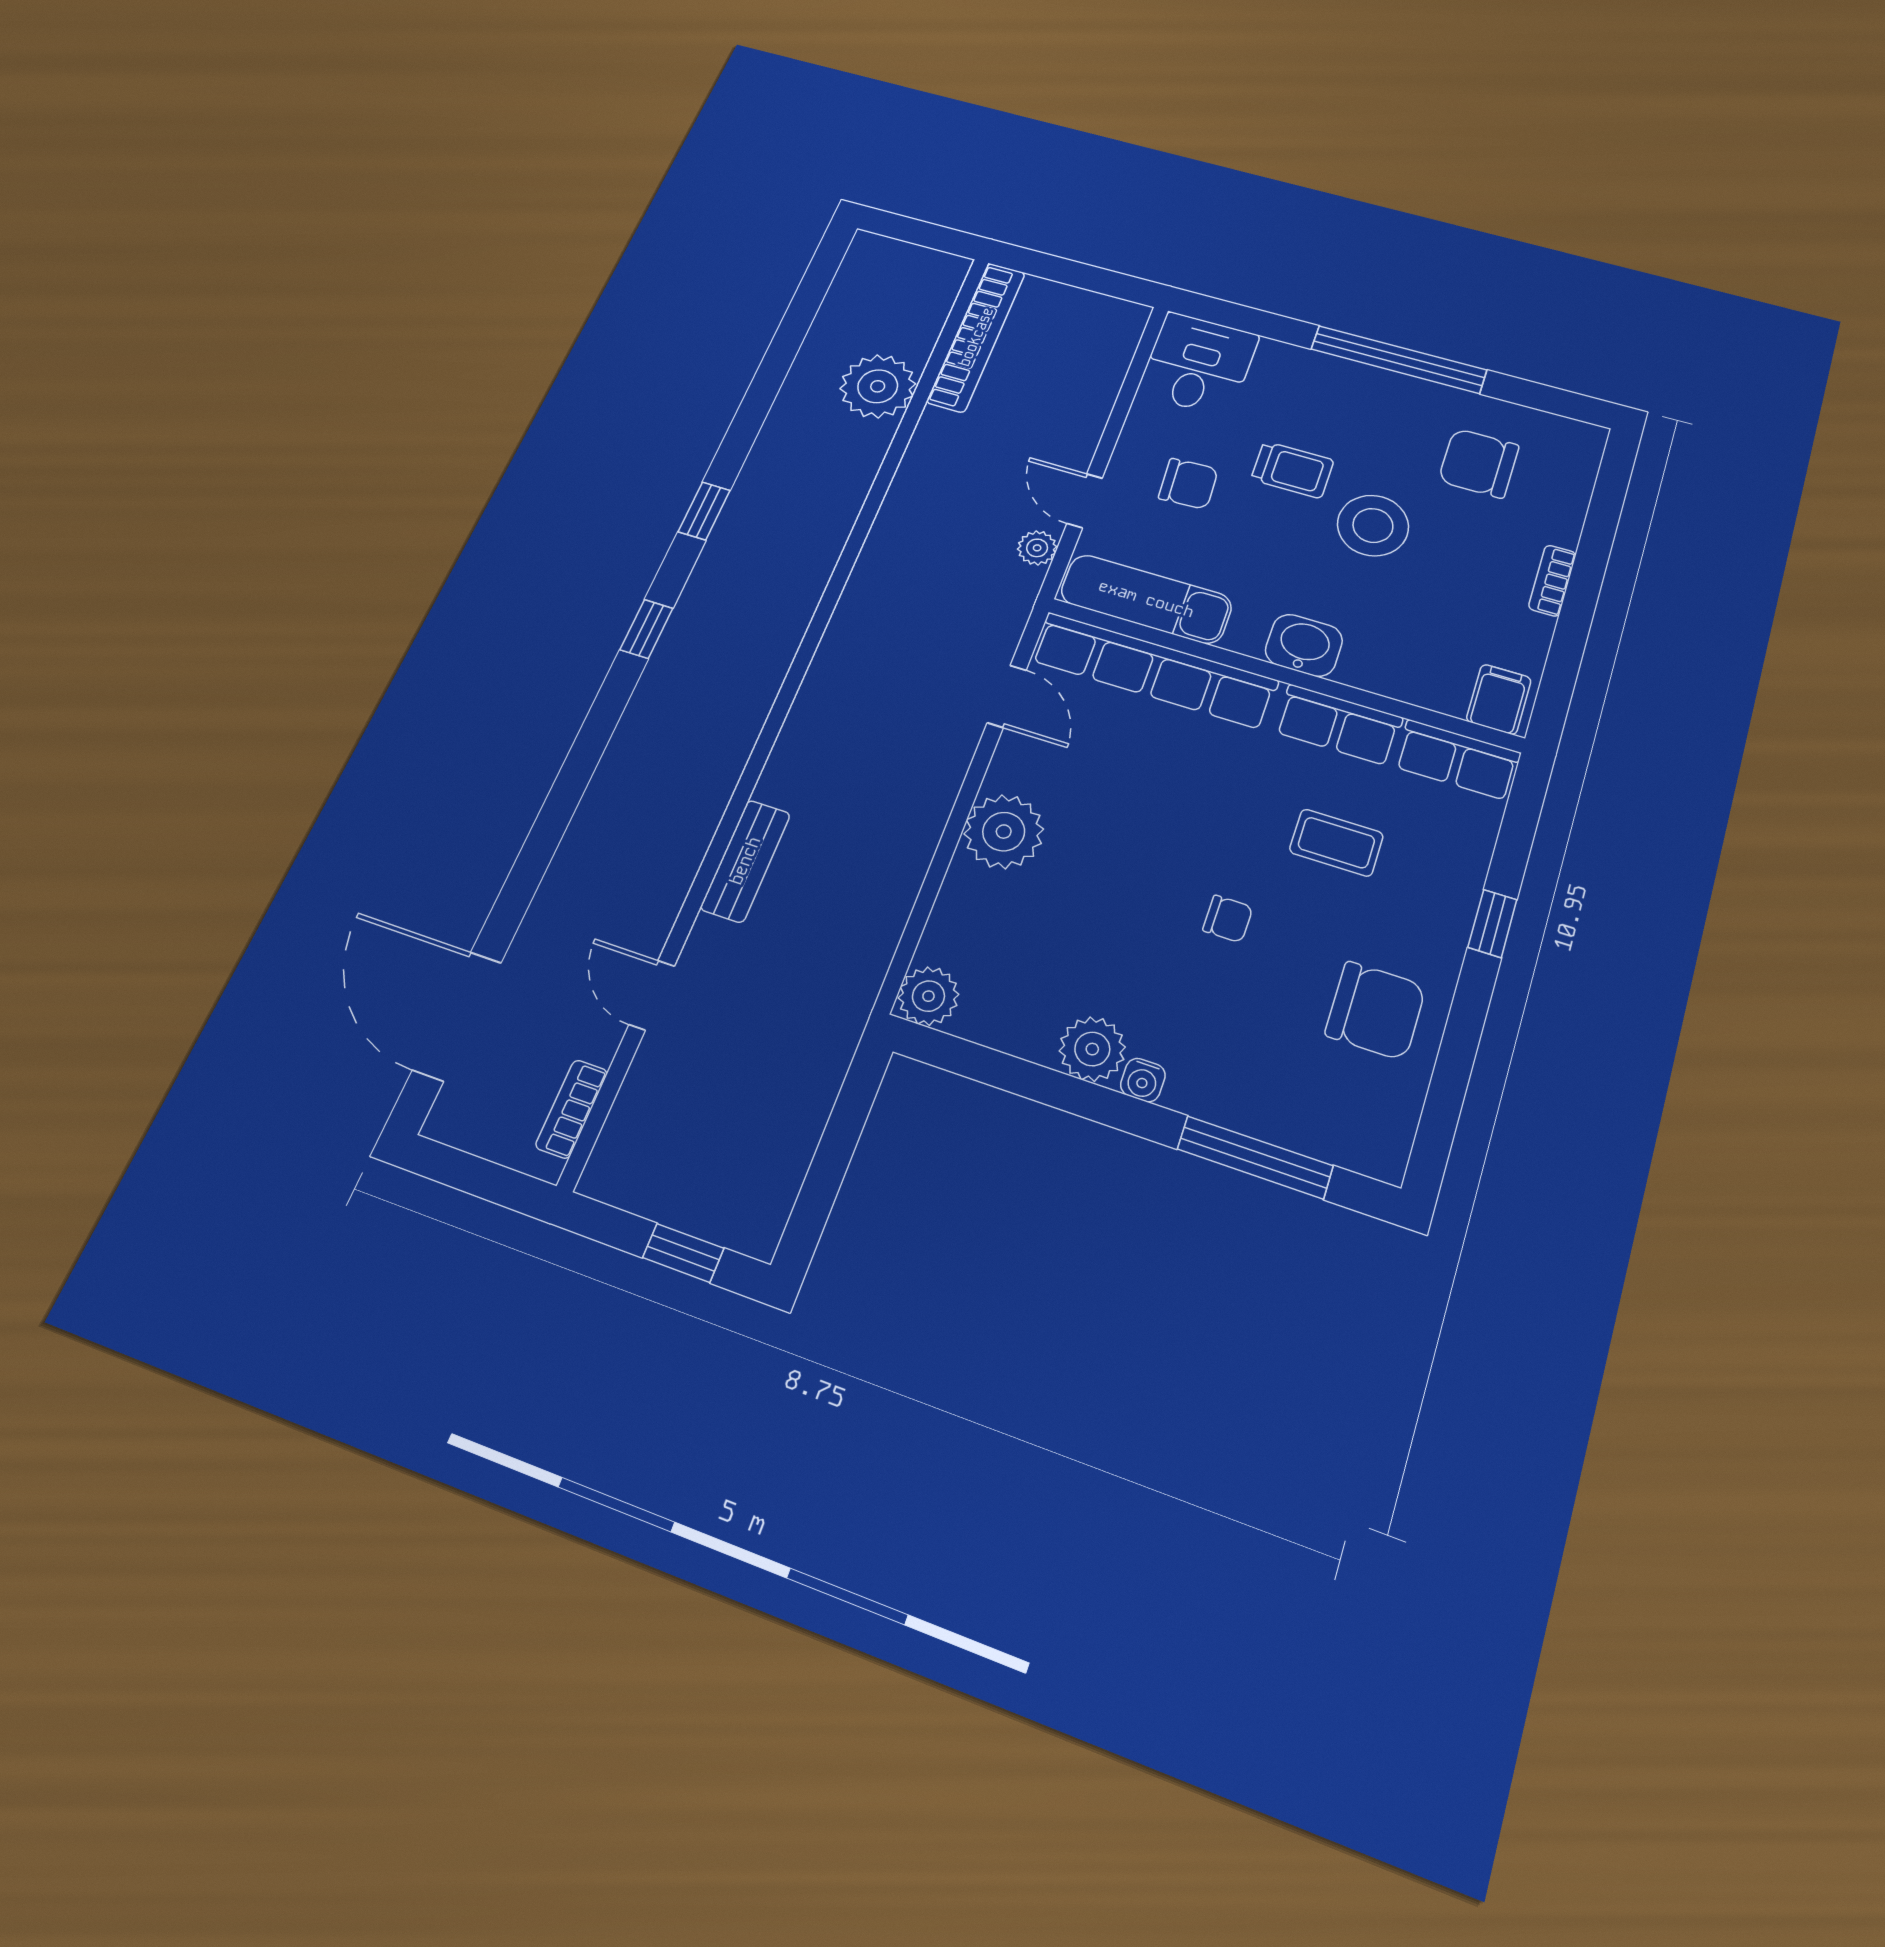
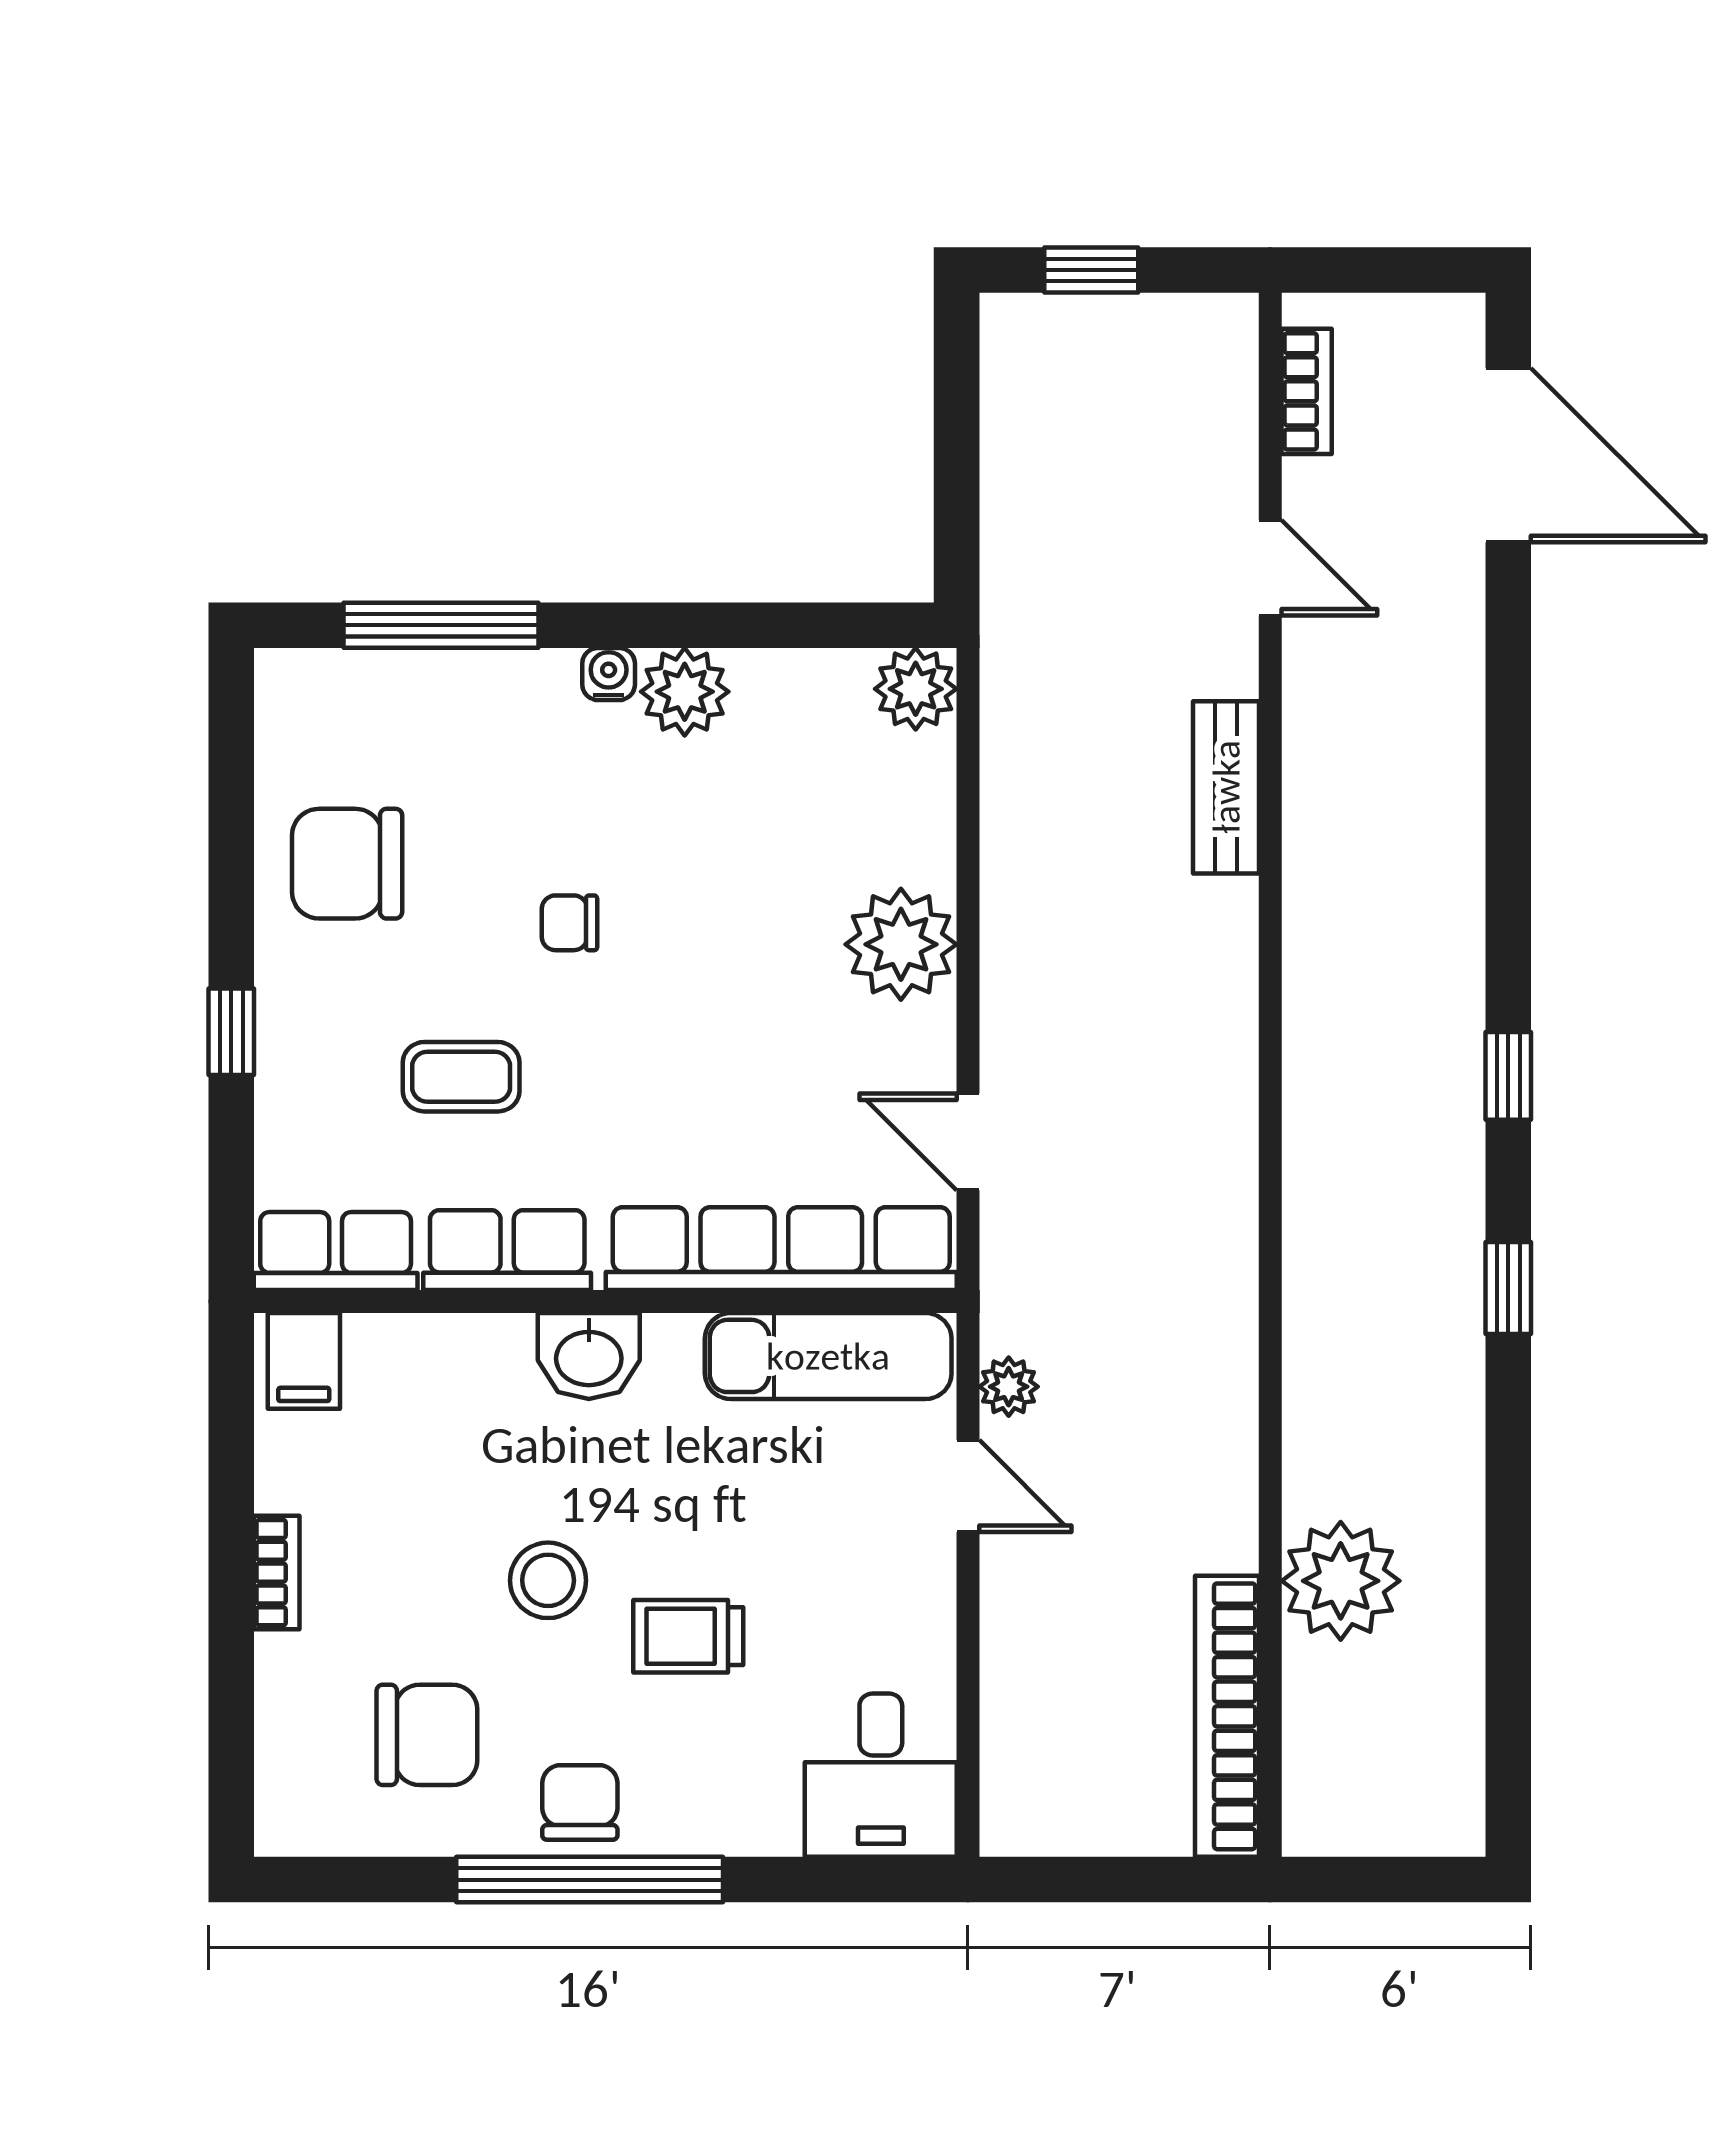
chair: (1188, 484) -> (580, 1802), moved, turned 93
stool: (1373, 525) -> (548, 1580), width x0.73, depth x0.73

